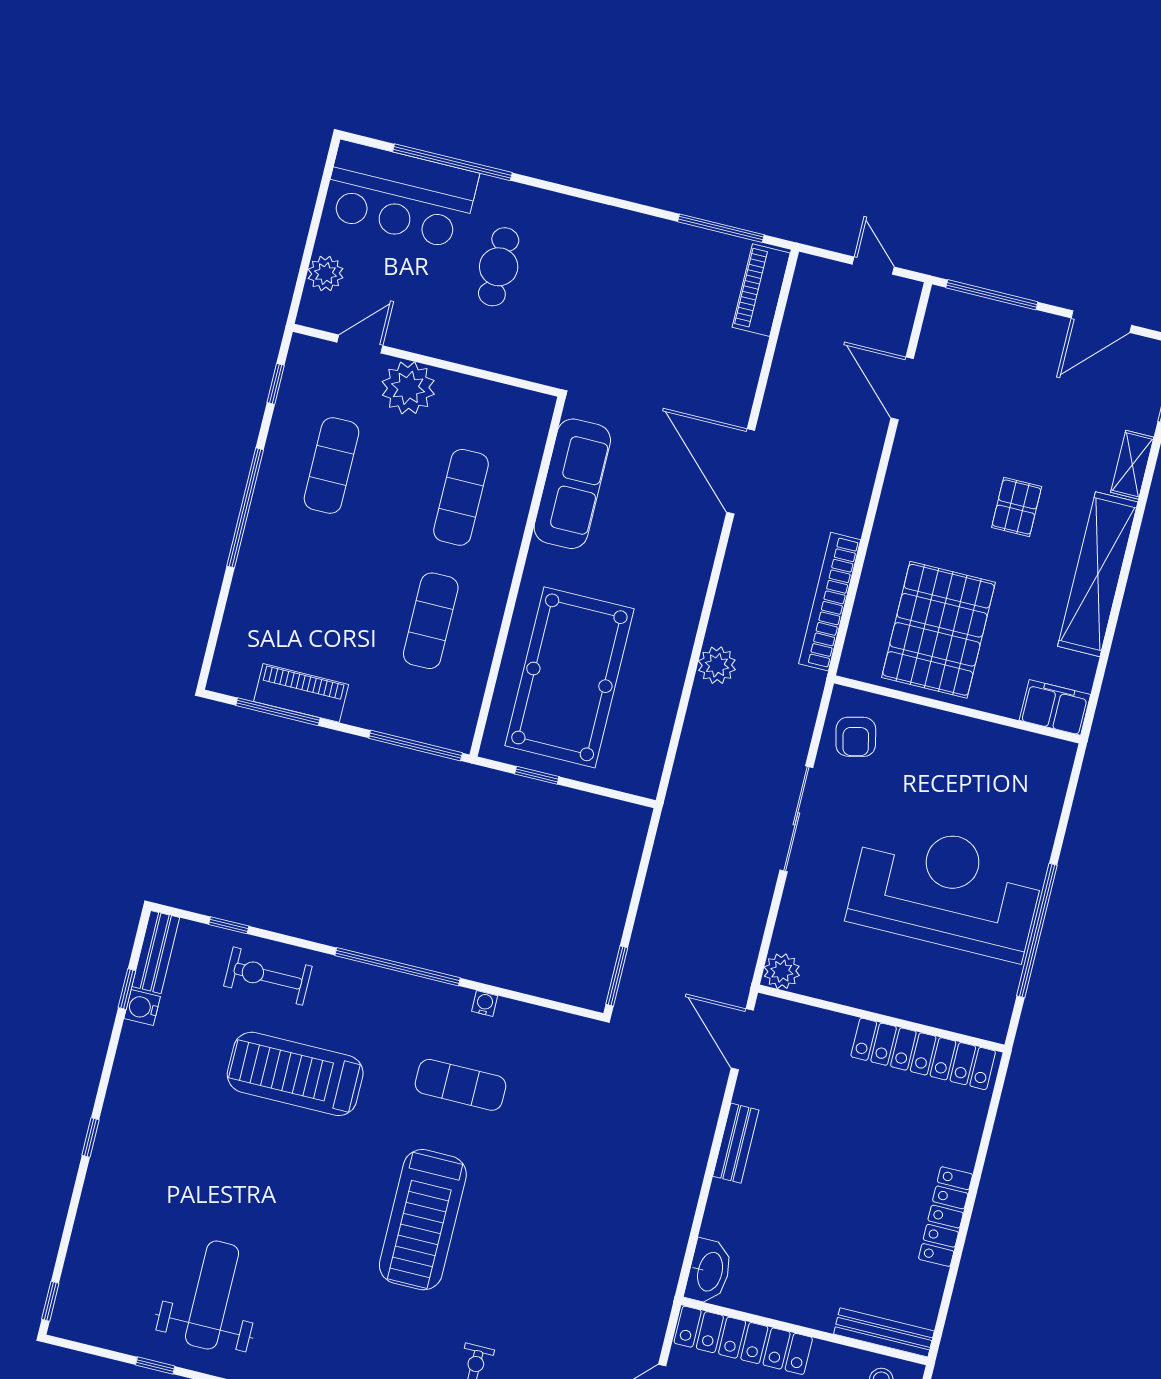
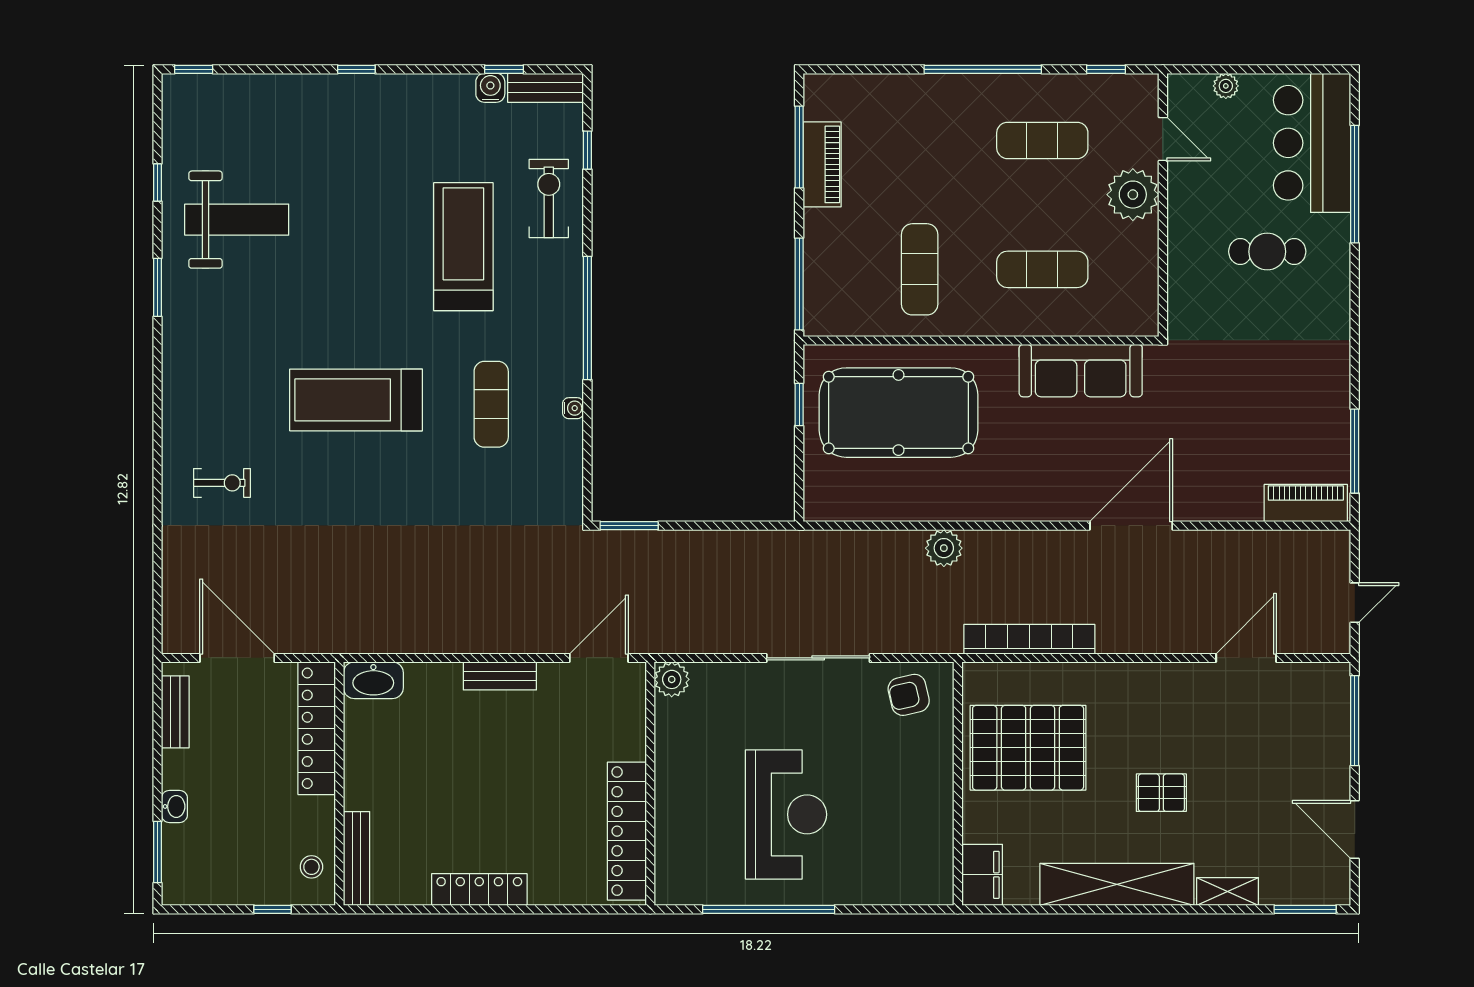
plant: (325, 274) -> (1226, 86), width x0.73, depth x0.73
exercise mat: (431, 621) -> (920, 269), turned 90
reception desk: (946, 890) -> (786, 814), width x0.74, depth x0.77

